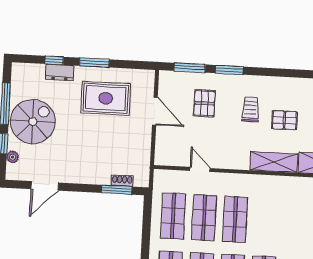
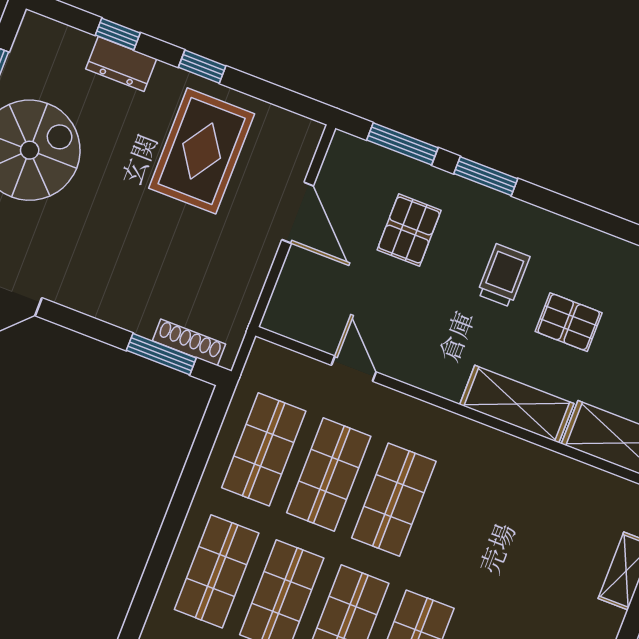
window: (94, 63) -> (202, 67), width x0.67
rug: (106, 98) -> (202, 151), turned 90
shoe rack: (122, 181) -> (189, 342), width x1.43

